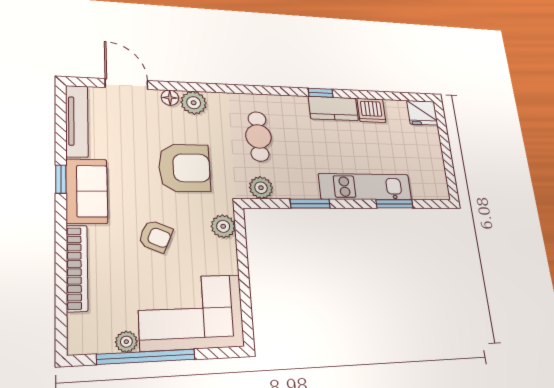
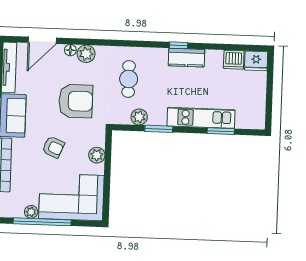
door: (126, 84) -> (42, 40), swing flipped
dishwasher: (371, 110) -> (234, 60), moved
plant: (261, 188) -> (139, 117), moved
plant: (223, 226) -> (97, 155), moved

